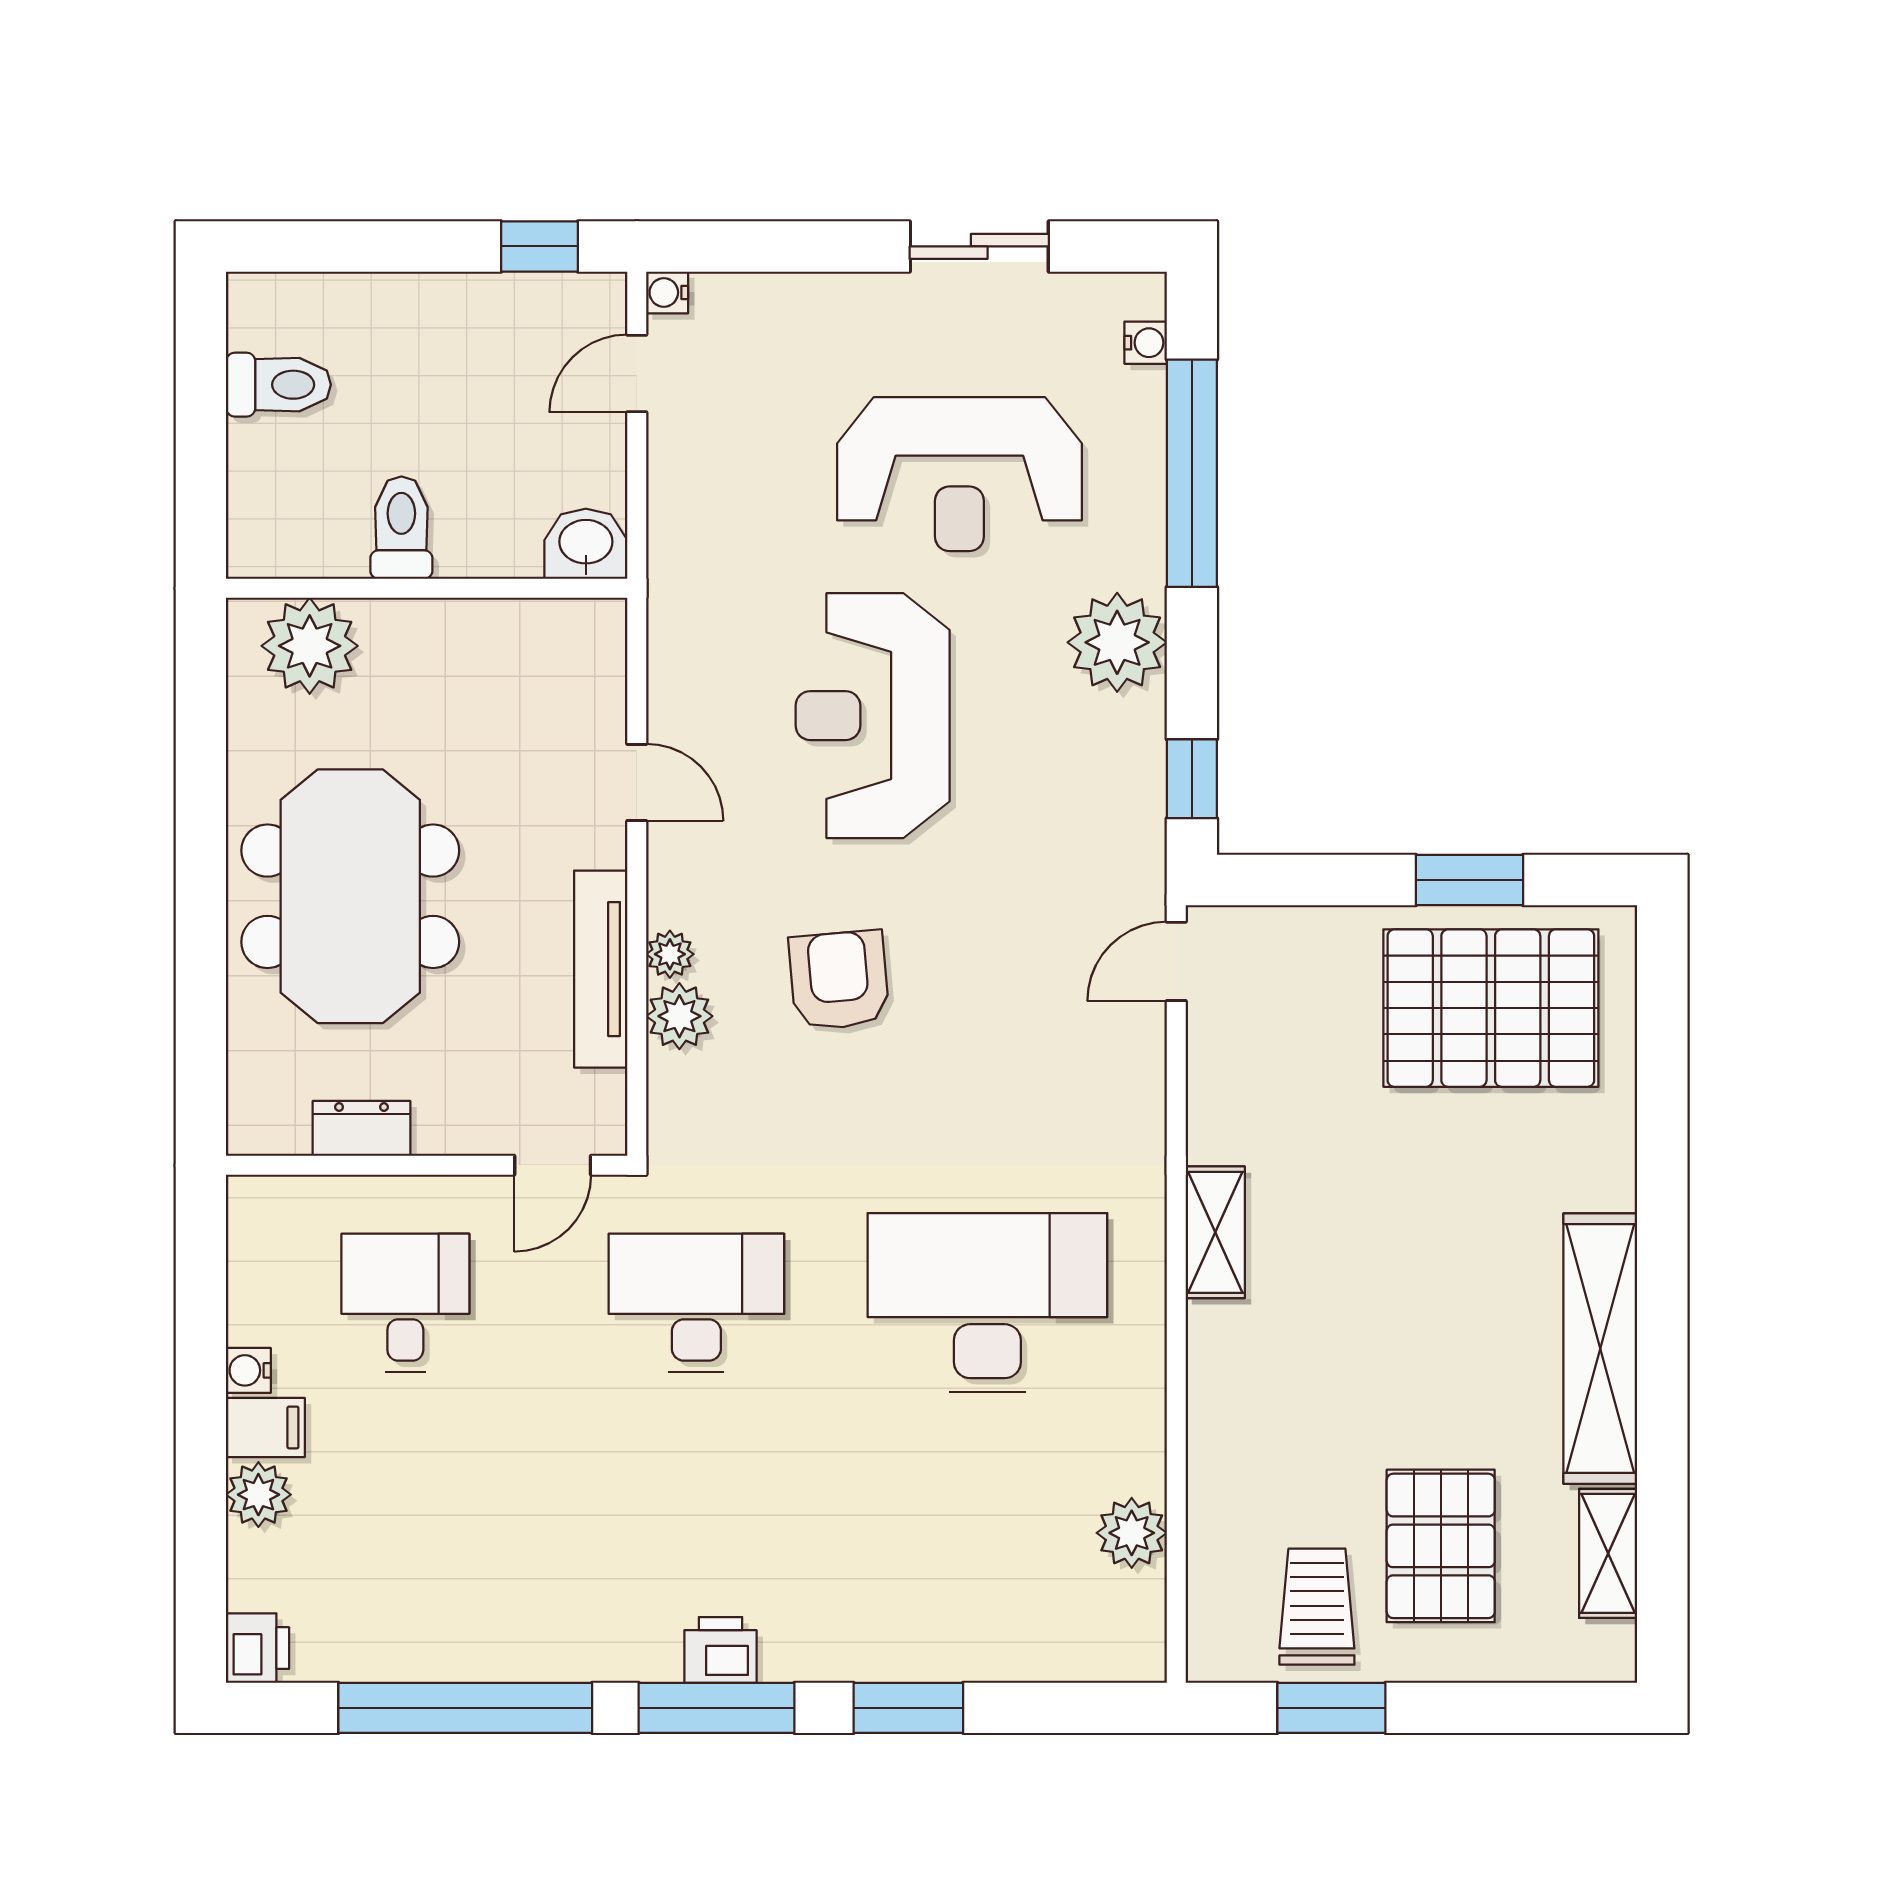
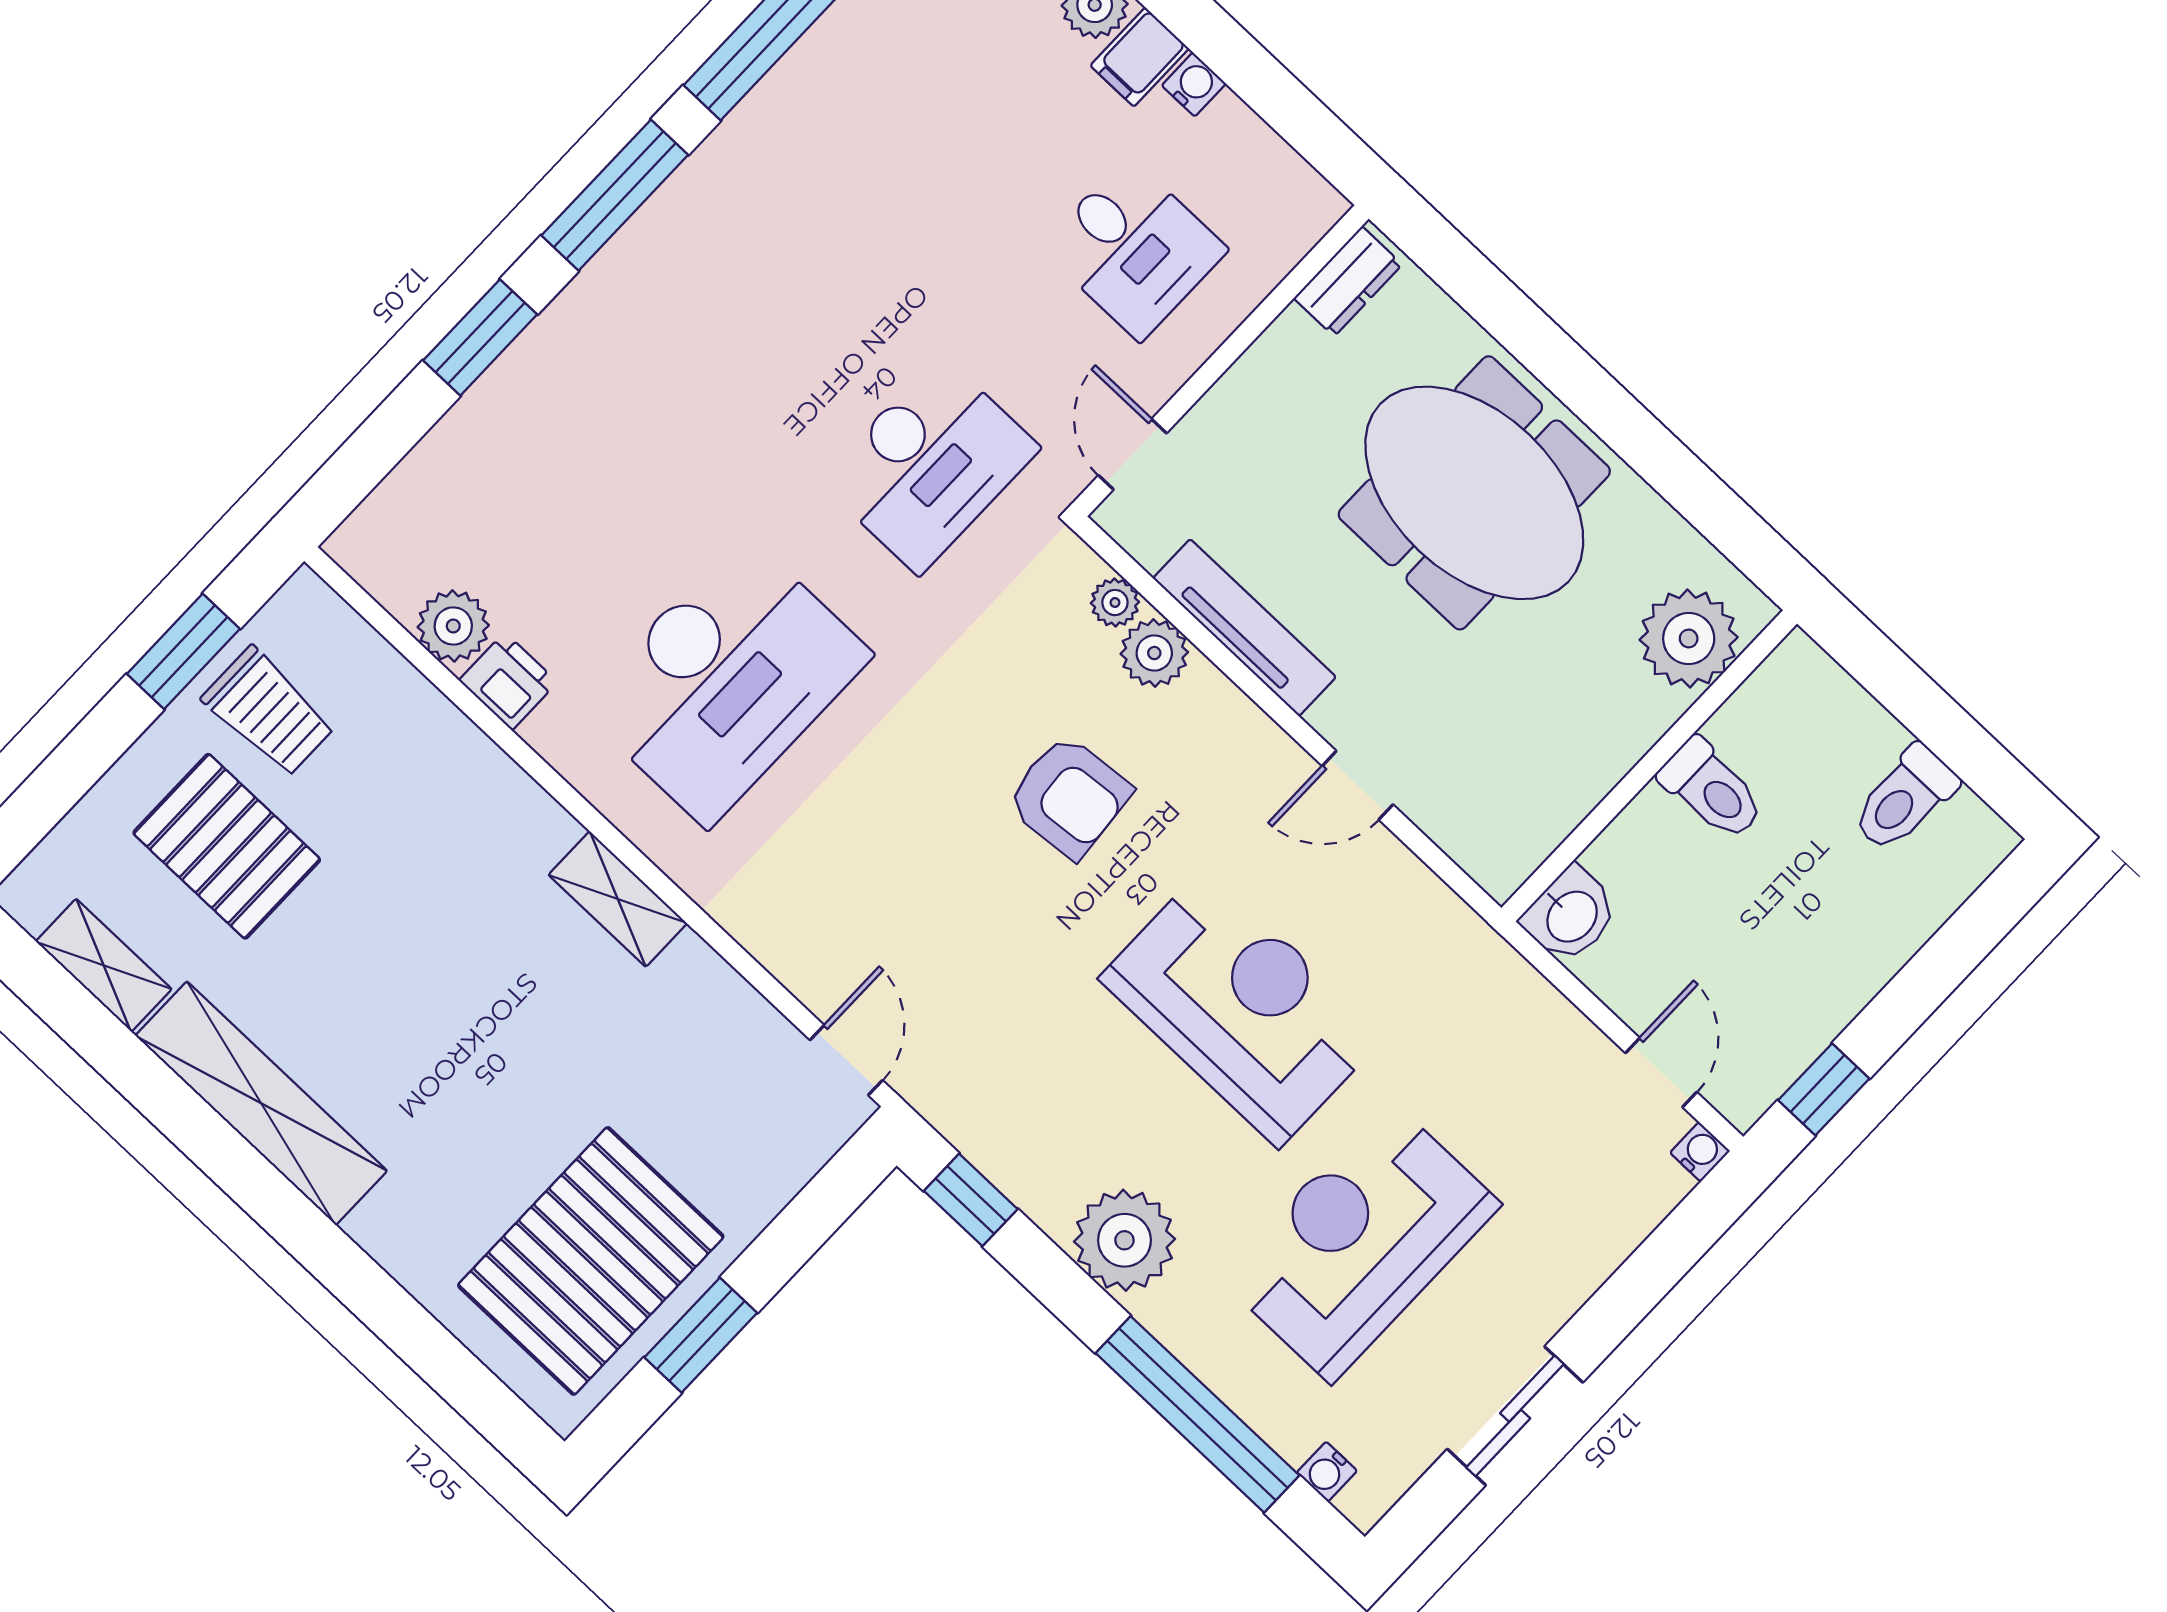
plant: (670, 954) -> (1115, 603), moved
dresser: (362, 1128) -> (1348, 281), moved
printer: (720, 1650) -> (508, 681), moved, turned -90

